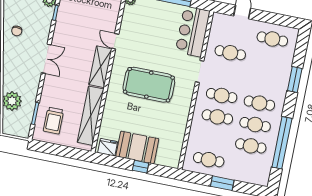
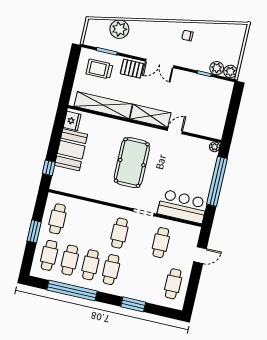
pallet: (52, 87) -> (132, 69), added
cafe table: (217, 117) -> (49, 255), moved
window: (141, 167) -> (49, 168), moved

